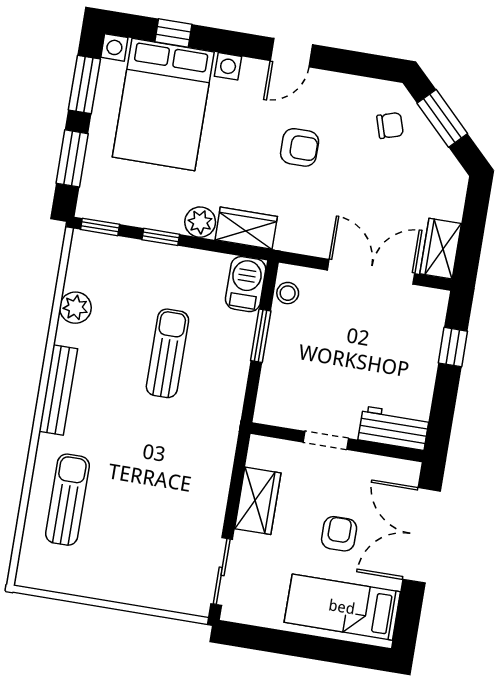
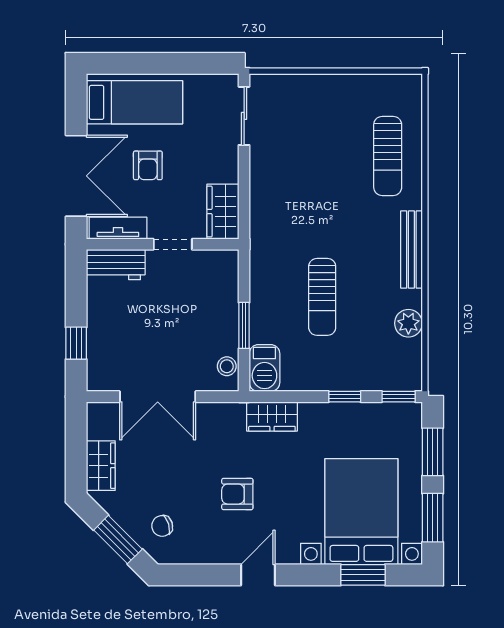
window: (173, 33) -> (363, 575), width x1.50
plant: (200, 222) -> (313, 415), removed
wardrobe: (441, 249) -> (101, 466), moved
tv unit: (384, 469) -> (118, 228), added
wardrobe: (258, 501) -> (223, 212), moved

